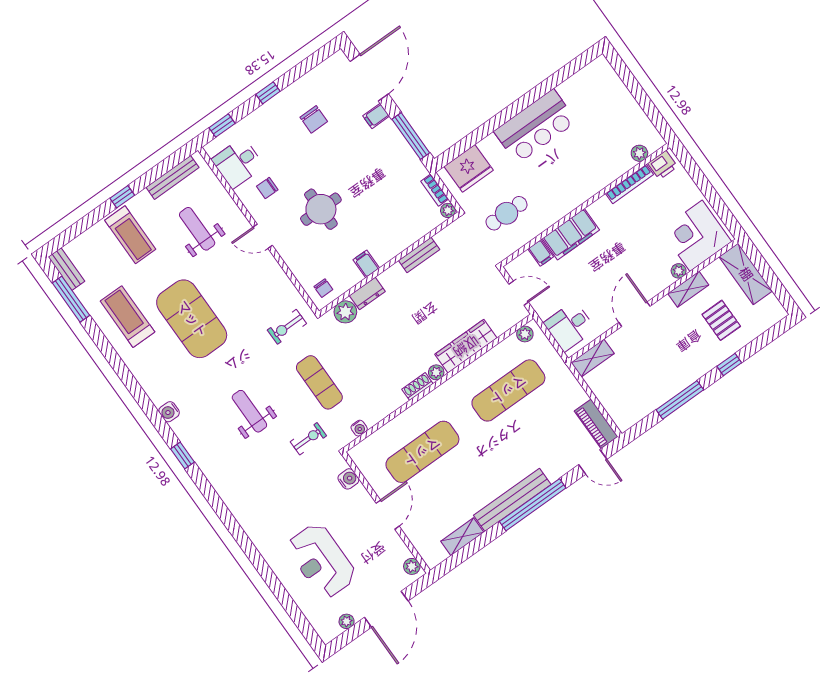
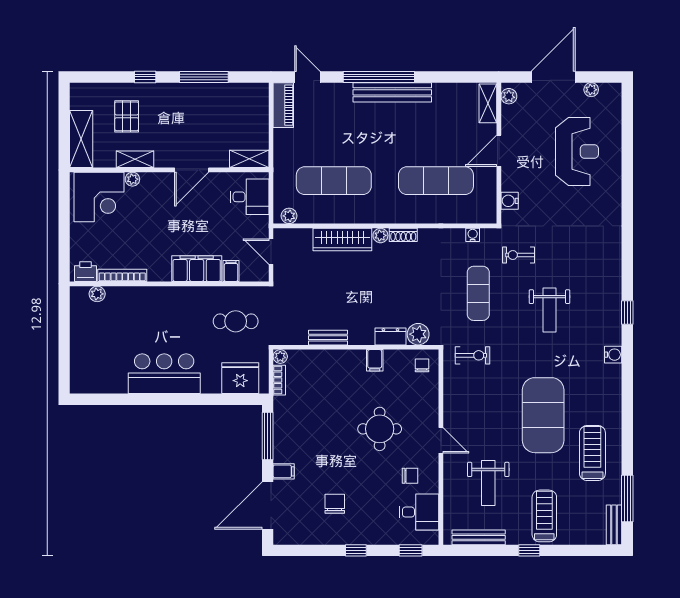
treadmill: (127, 317) -> (592, 453), turned 180
shelving: (462, 537) -> (488, 103), moved, turned 90

